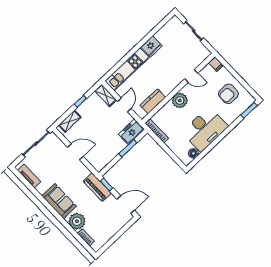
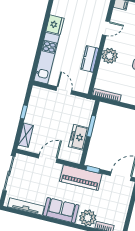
shelving: (106, 95) -> (43, 93), removed
kitchen counter: (153, 101) -> (90, 59), moved
freezer: (131, 132) -> (78, 137), moved
tv unit: (29, 176) -> (26, 206), width x1.41
piano: (97, 187) -> (81, 178), width x1.37, depth x1.33

